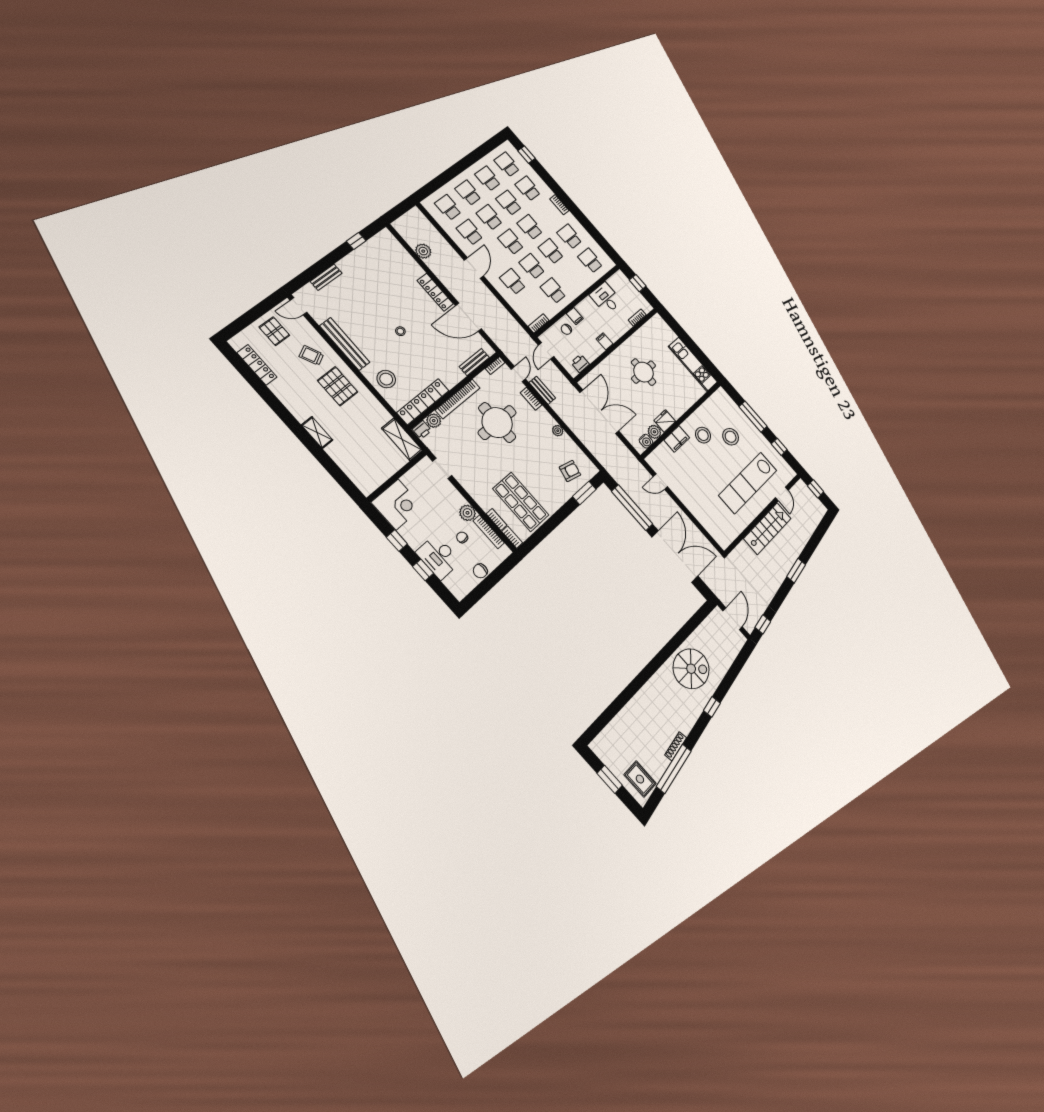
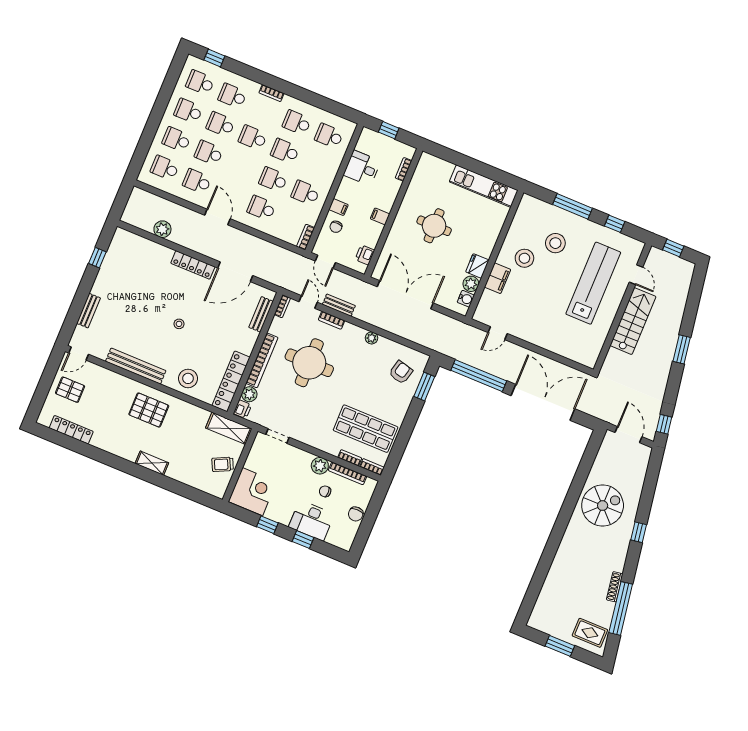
school desk: (511, 242) -> (241, 166), removed
trolley: (311, 355) -> (223, 464), moved
lab bench: (748, 483) -> (593, 283), turned 180

